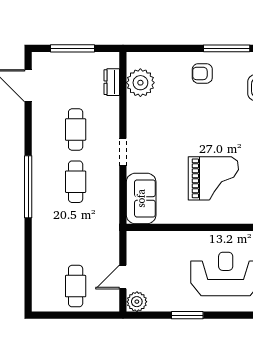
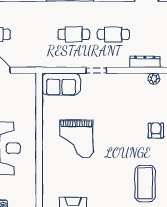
dresser: (112, 82) -> (145, 62), width x1.44
plant: (140, 83) -> (154, 79), width x0.53, depth x0.53

